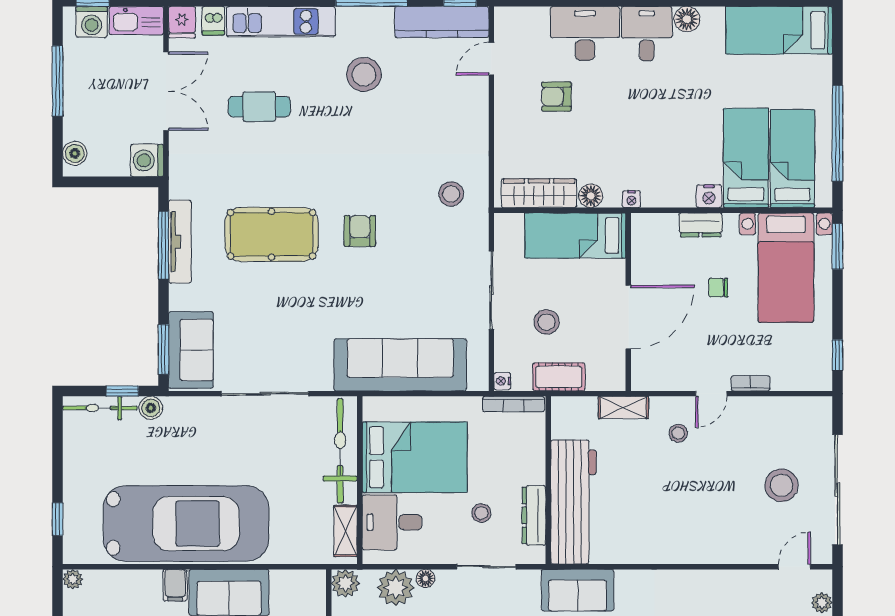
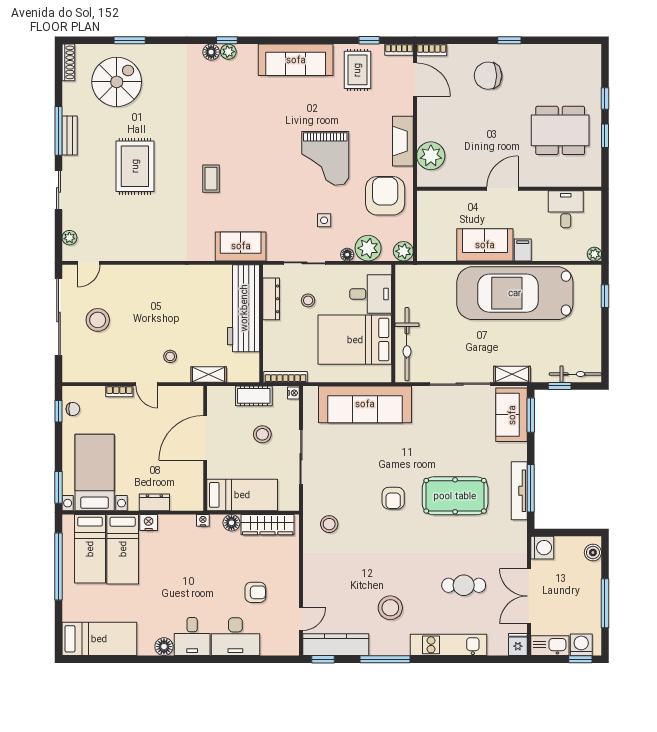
dishwasher: (213, 21) -> (496, 645), removed
chair: (718, 288) -> (73, 409), moved
door: (711, 394) -> (147, 384), swing flipped
boiler: (151, 408) -> (540, 374), removed
shelving: (346, 531) -> (512, 374), moved, turned 90

